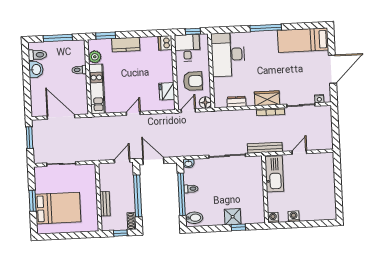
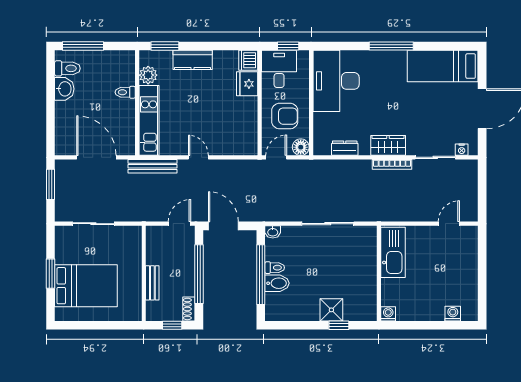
window: (58, 38) -> (83, 46), moved
fridge: (167, 91) -> (247, 84), moved
door: (133, 113) -> (198, 157), hinge flipped
bench: (265, 148) -> (152, 166), moved
door: (299, 152) -> (449, 224), moved
washing machine: (294, 216) -> (453, 314), moved
bidet: (194, 218) -> (277, 283), moved

